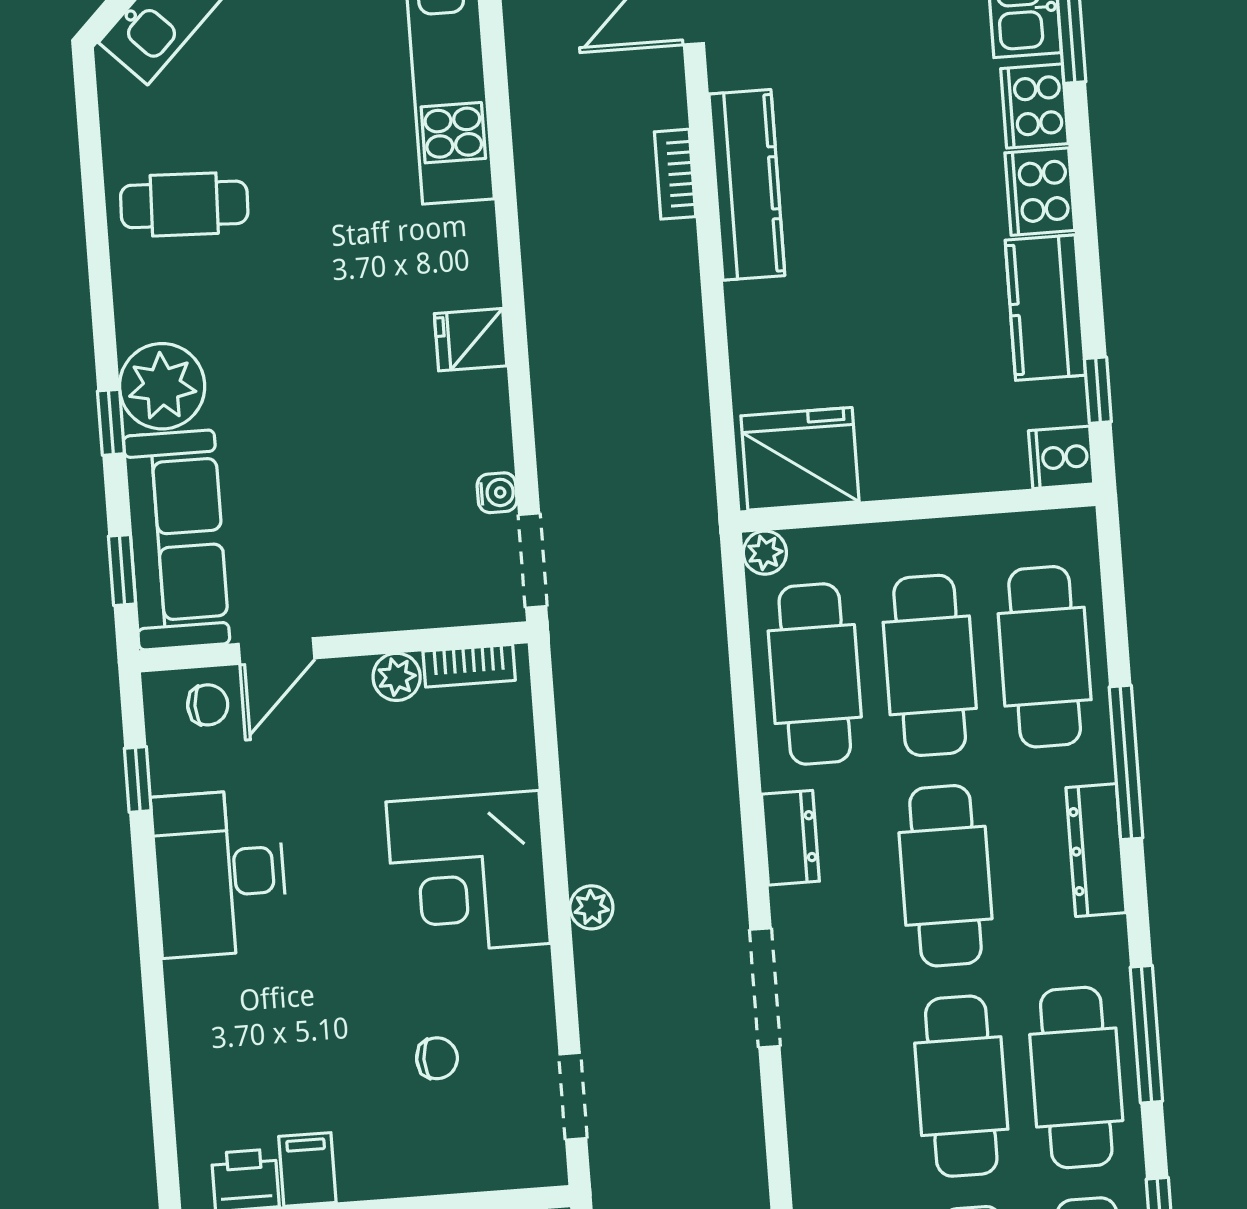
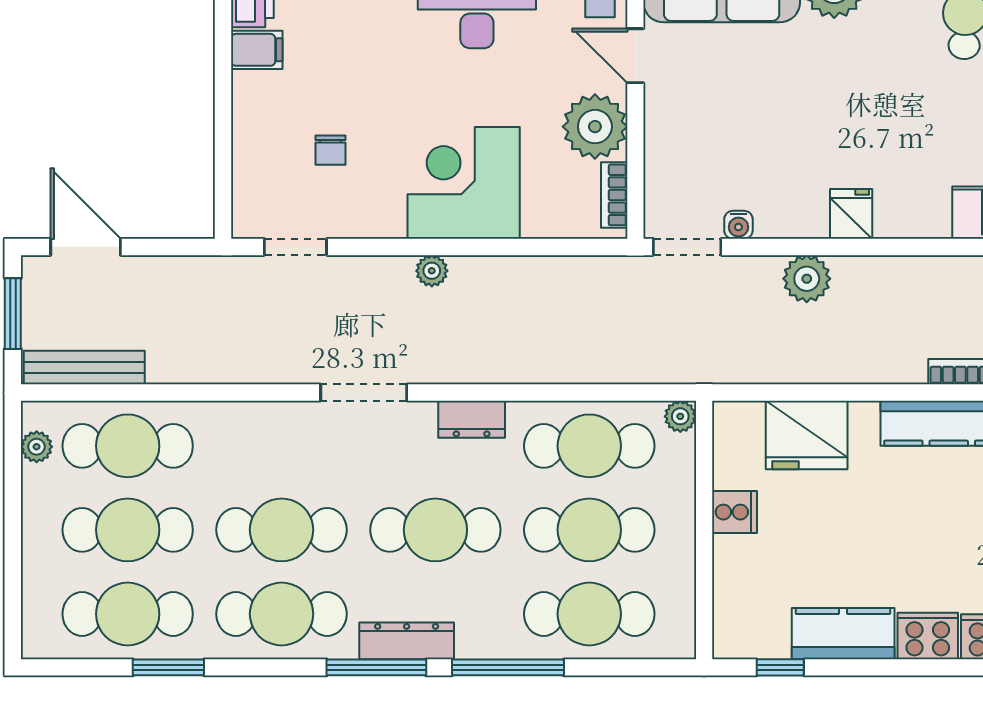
plant: (564, 394) -> (807, 279), added
cooker: (1061, 457) -> (735, 512), moved, turned 90
fridge: (800, 459) -> (807, 435), moved, turned 90
plant: (397, 677) -> (595, 127), width x1.87, depth x1.87
dresser: (1096, 850) -> (407, 641), moved
window: (1146, 1034) -> (376, 667), moved

